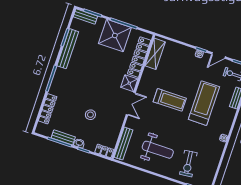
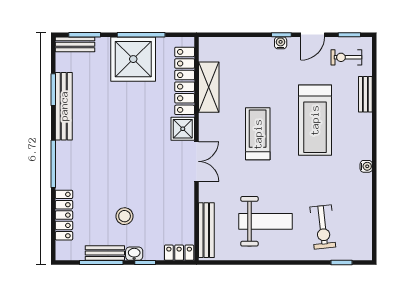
shelving: (155, 54) -> (209, 87), moved
treadmill: (170, 100) -> (258, 134), turned -90
treadmill: (204, 103) -> (315, 120), turned 180
stool: (90, 115) -> (125, 216), moved

